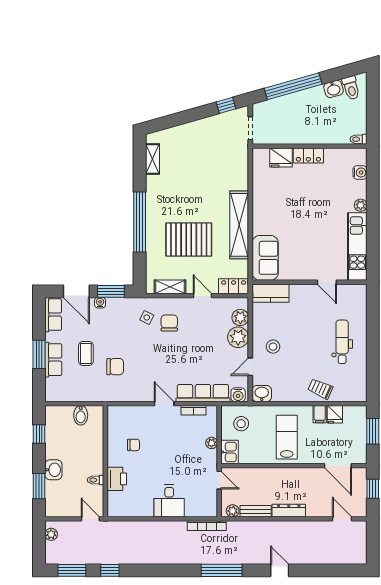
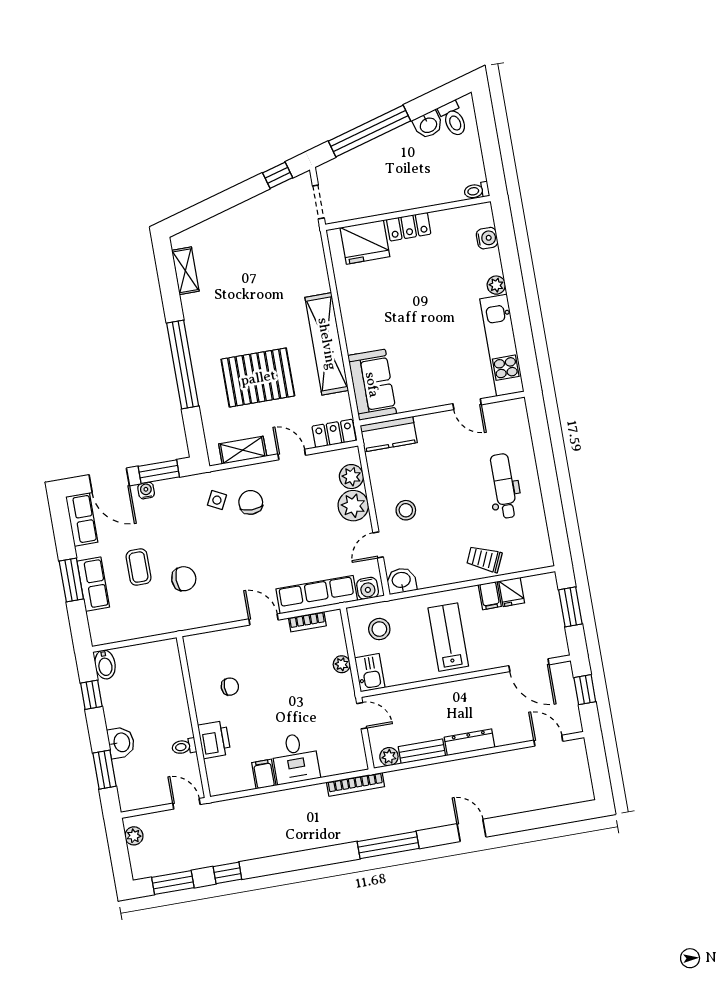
fridge: (281, 157) -> (365, 242), width x1.36, depth x1.34
bidet: (81, 415) -> (105, 665), moved
filing cabinet: (146, 508) -> (264, 774), added

